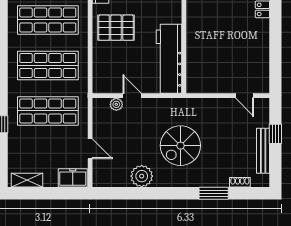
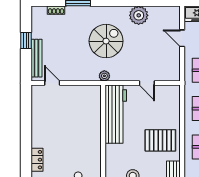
plant: (116, 104) -> (104, 76), moved
window: (275, 134) -> (26, 41), moved
bench: (263, 151) -> (36, 58), moved

